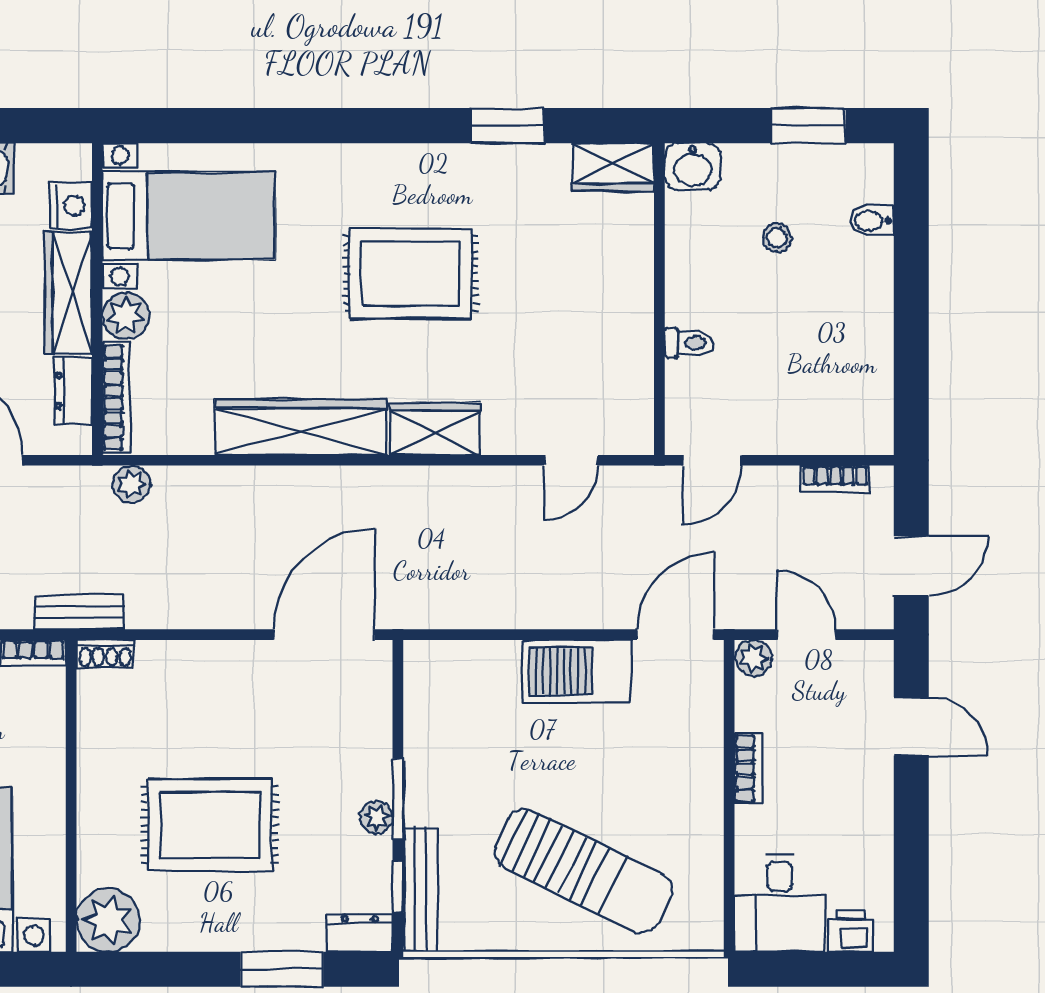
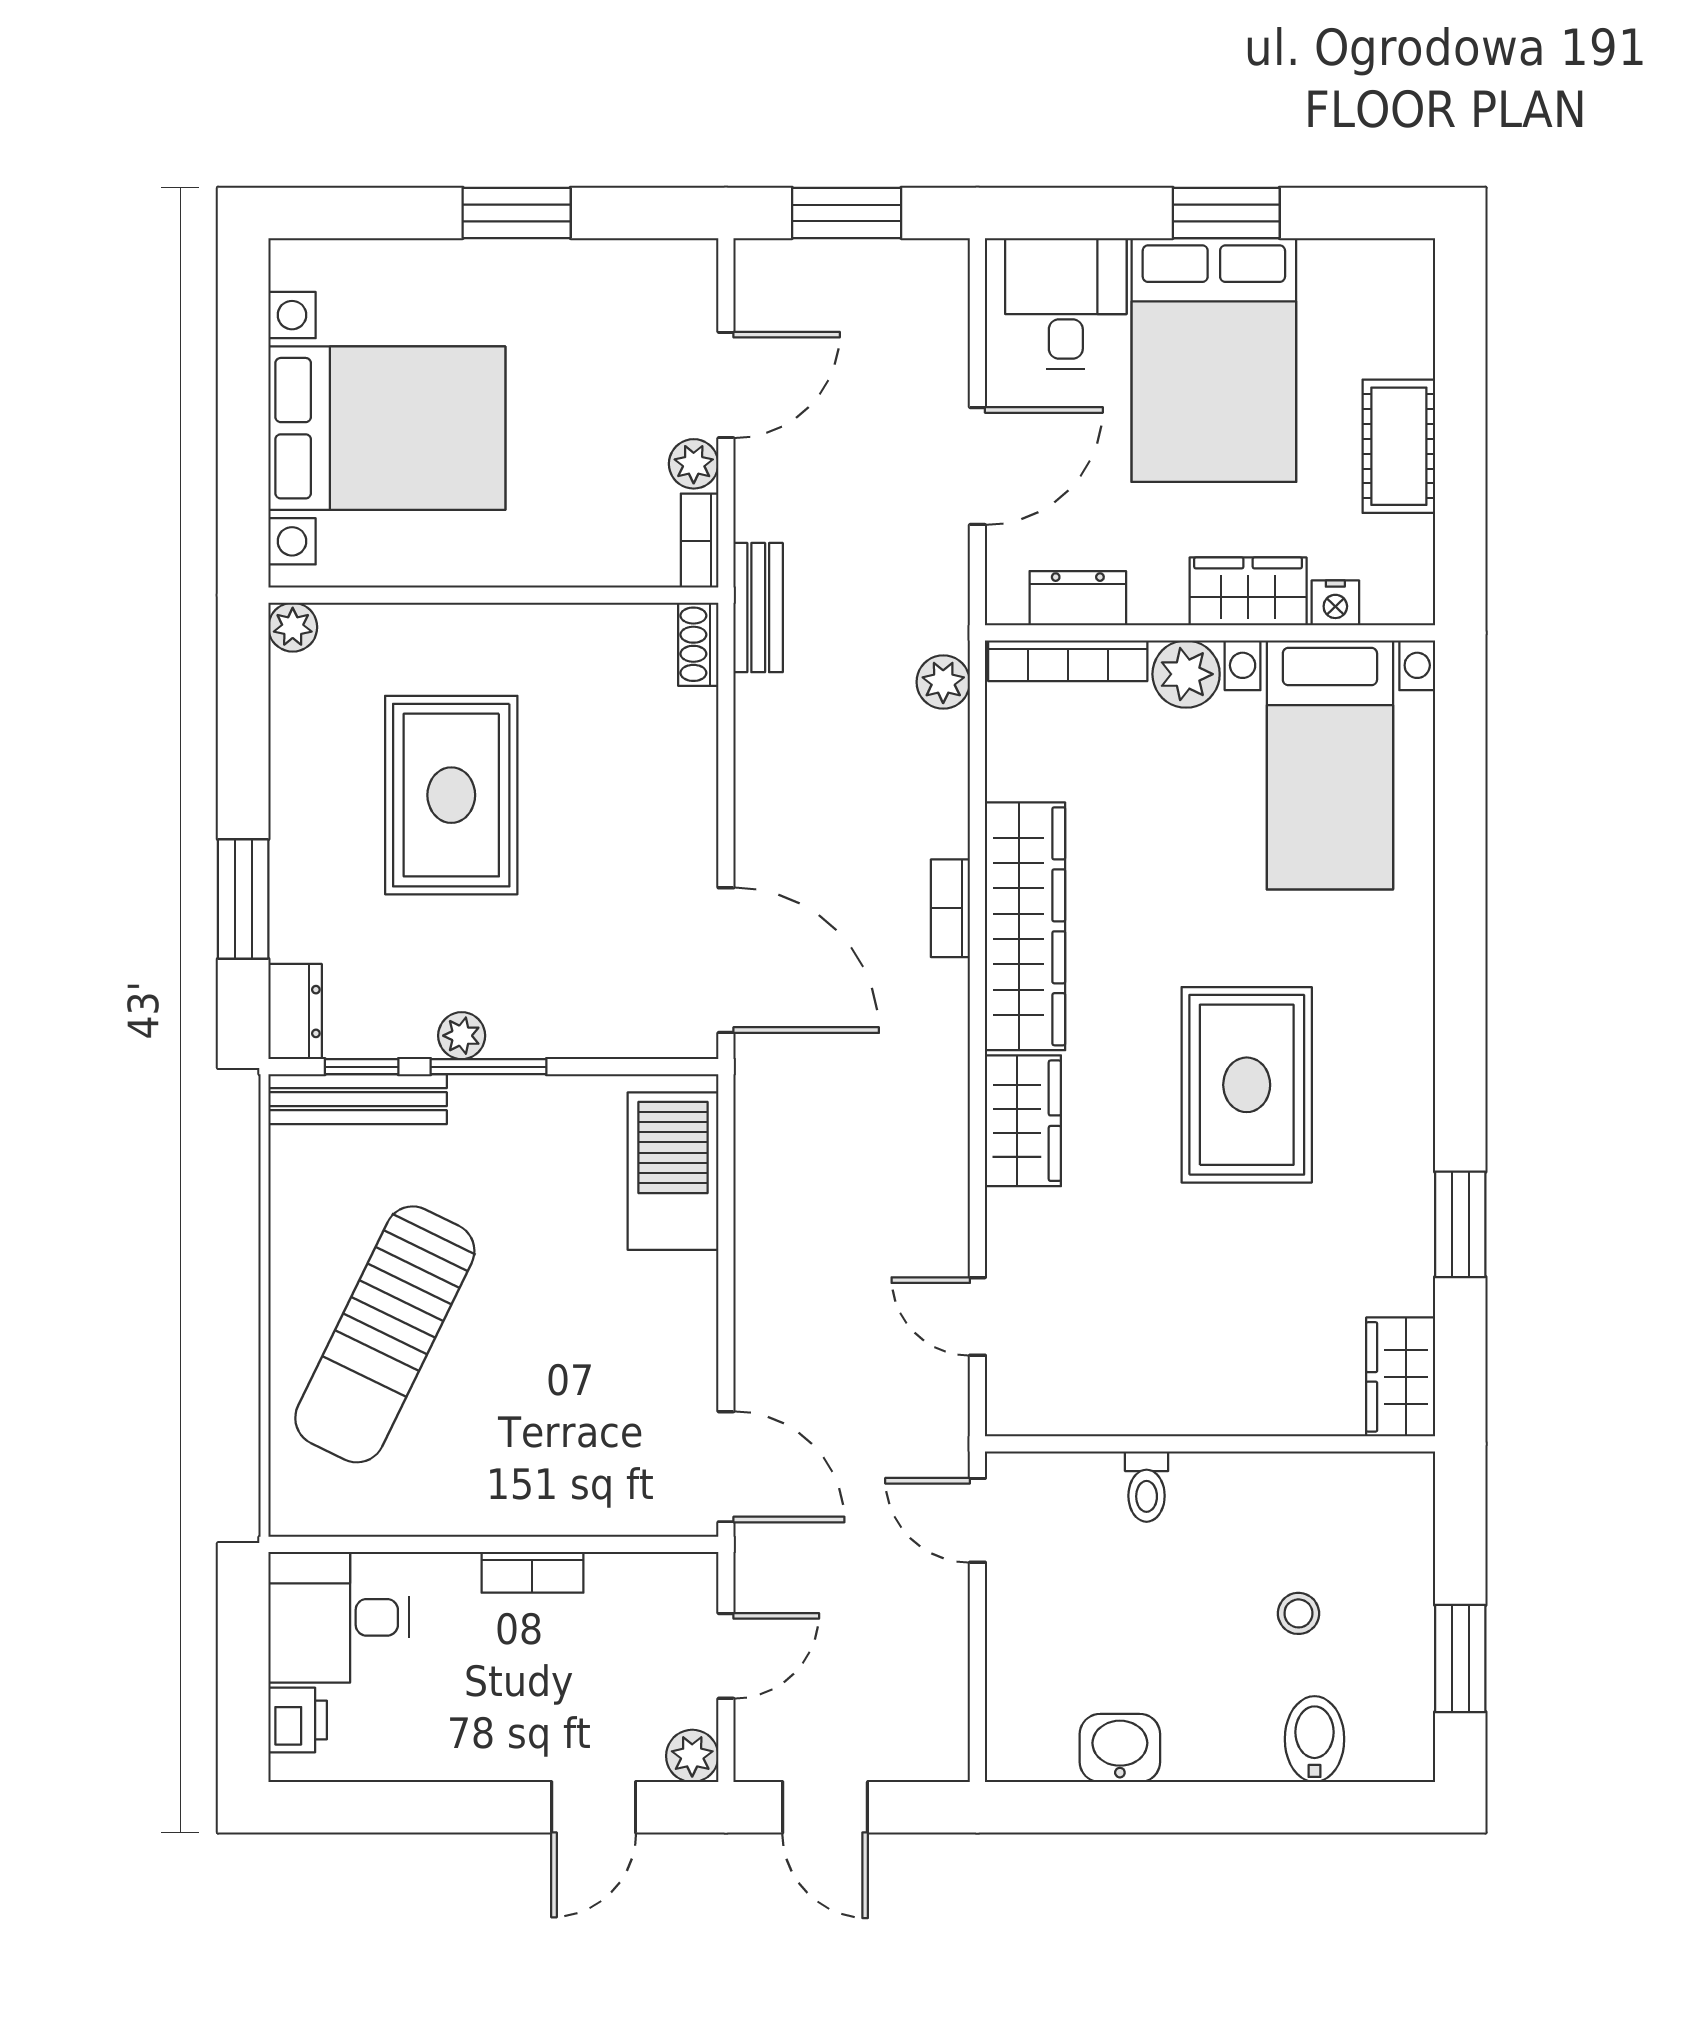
washbasin: (693, 167) -> (1120, 1748), moved, turned 90
nightstand: (71, 206) -> (1335, 603), width x0.72, depth x0.74
bidet: (872, 221) -> (1315, 1739), width x1.38, depth x1.36
wardrobe: (69, 293) -> (1248, 591), width x0.67
bookcase: (835, 479) -> (950, 908), moved
plant: (754, 658) -> (692, 1756), moved
barbecue: (577, 671) -> (673, 1171), moved
plant: (108, 920) -> (293, 627), width x0.53, depth x0.53

